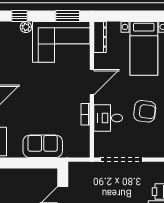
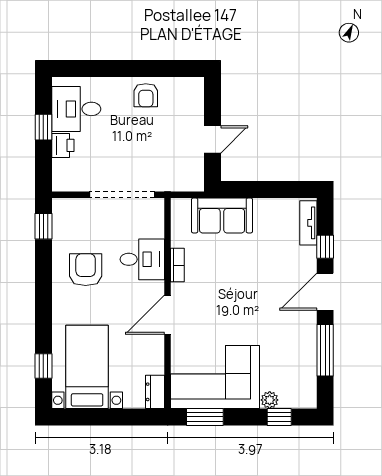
dresser: (100, 37) -> (155, 392), width x0.70
armchair: (145, 111) -> (86, 270), turned 83
sofa: (43, 146) -> (222, 215), moved

